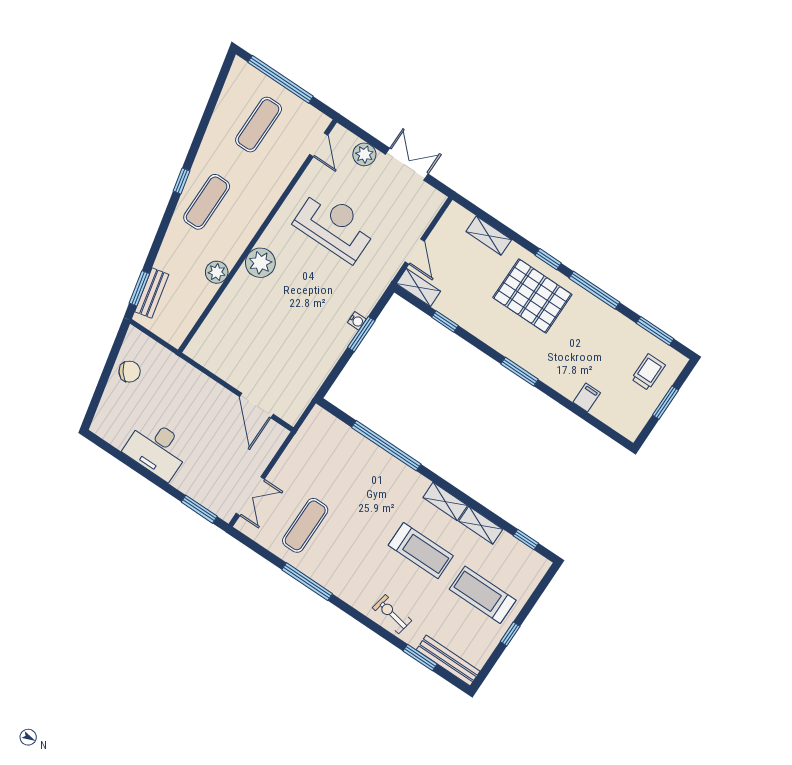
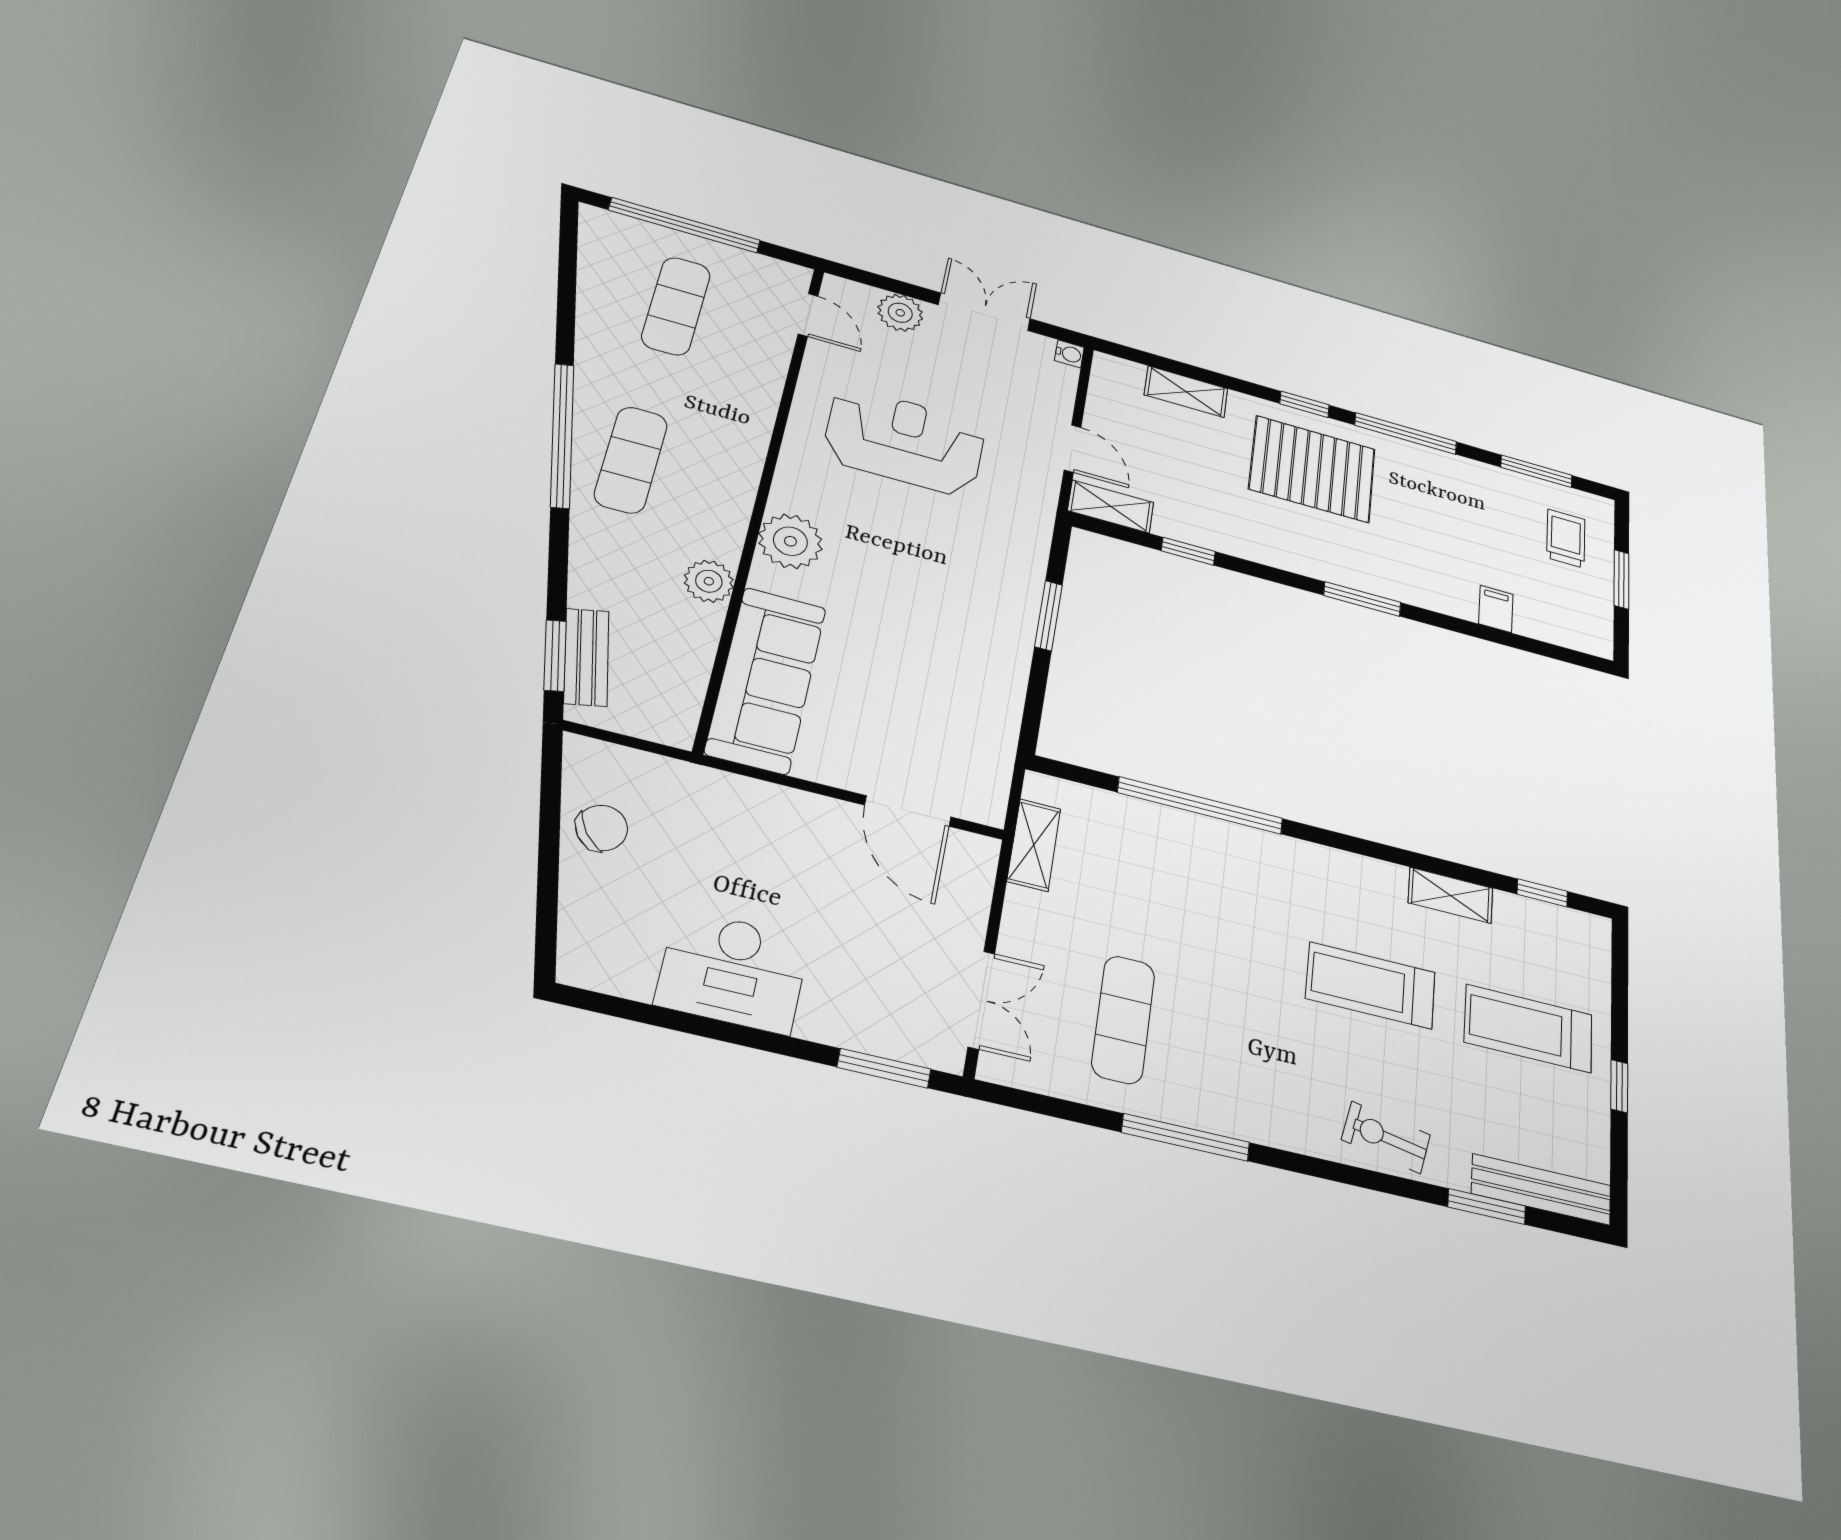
window: (182, 181) -> (562, 435), width x3.17
water cooler: (357, 321) -> (1069, 354), moved
sofa: (222, 327) -> (766, 680), added
shelving: (445, 501) -> (1034, 845), moved, turned 90
treadmill: (421, 551) -> (1371, 985), turned 180

